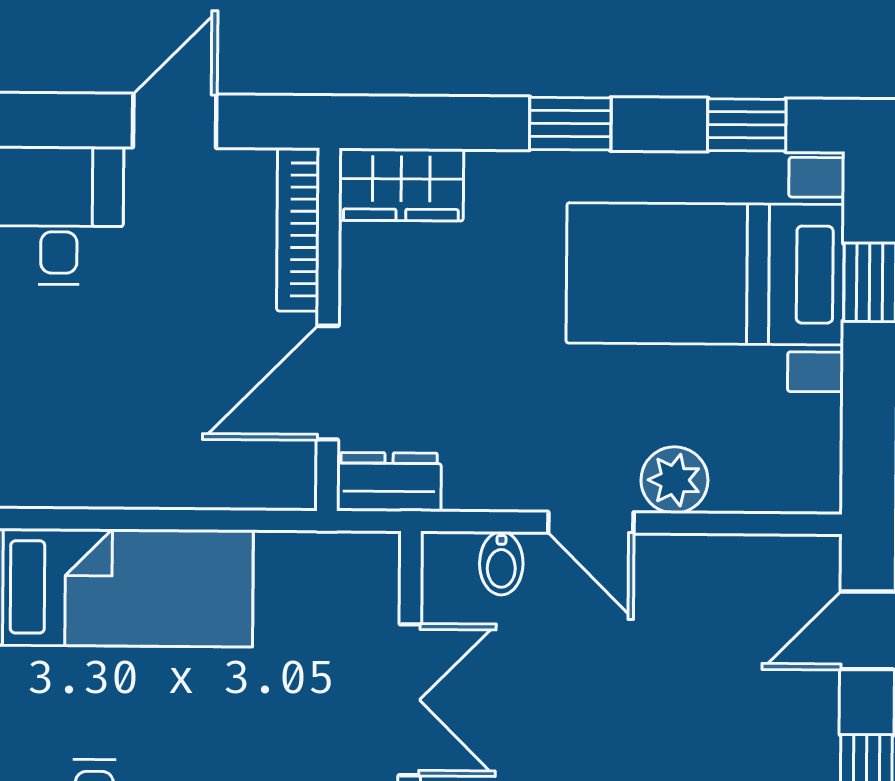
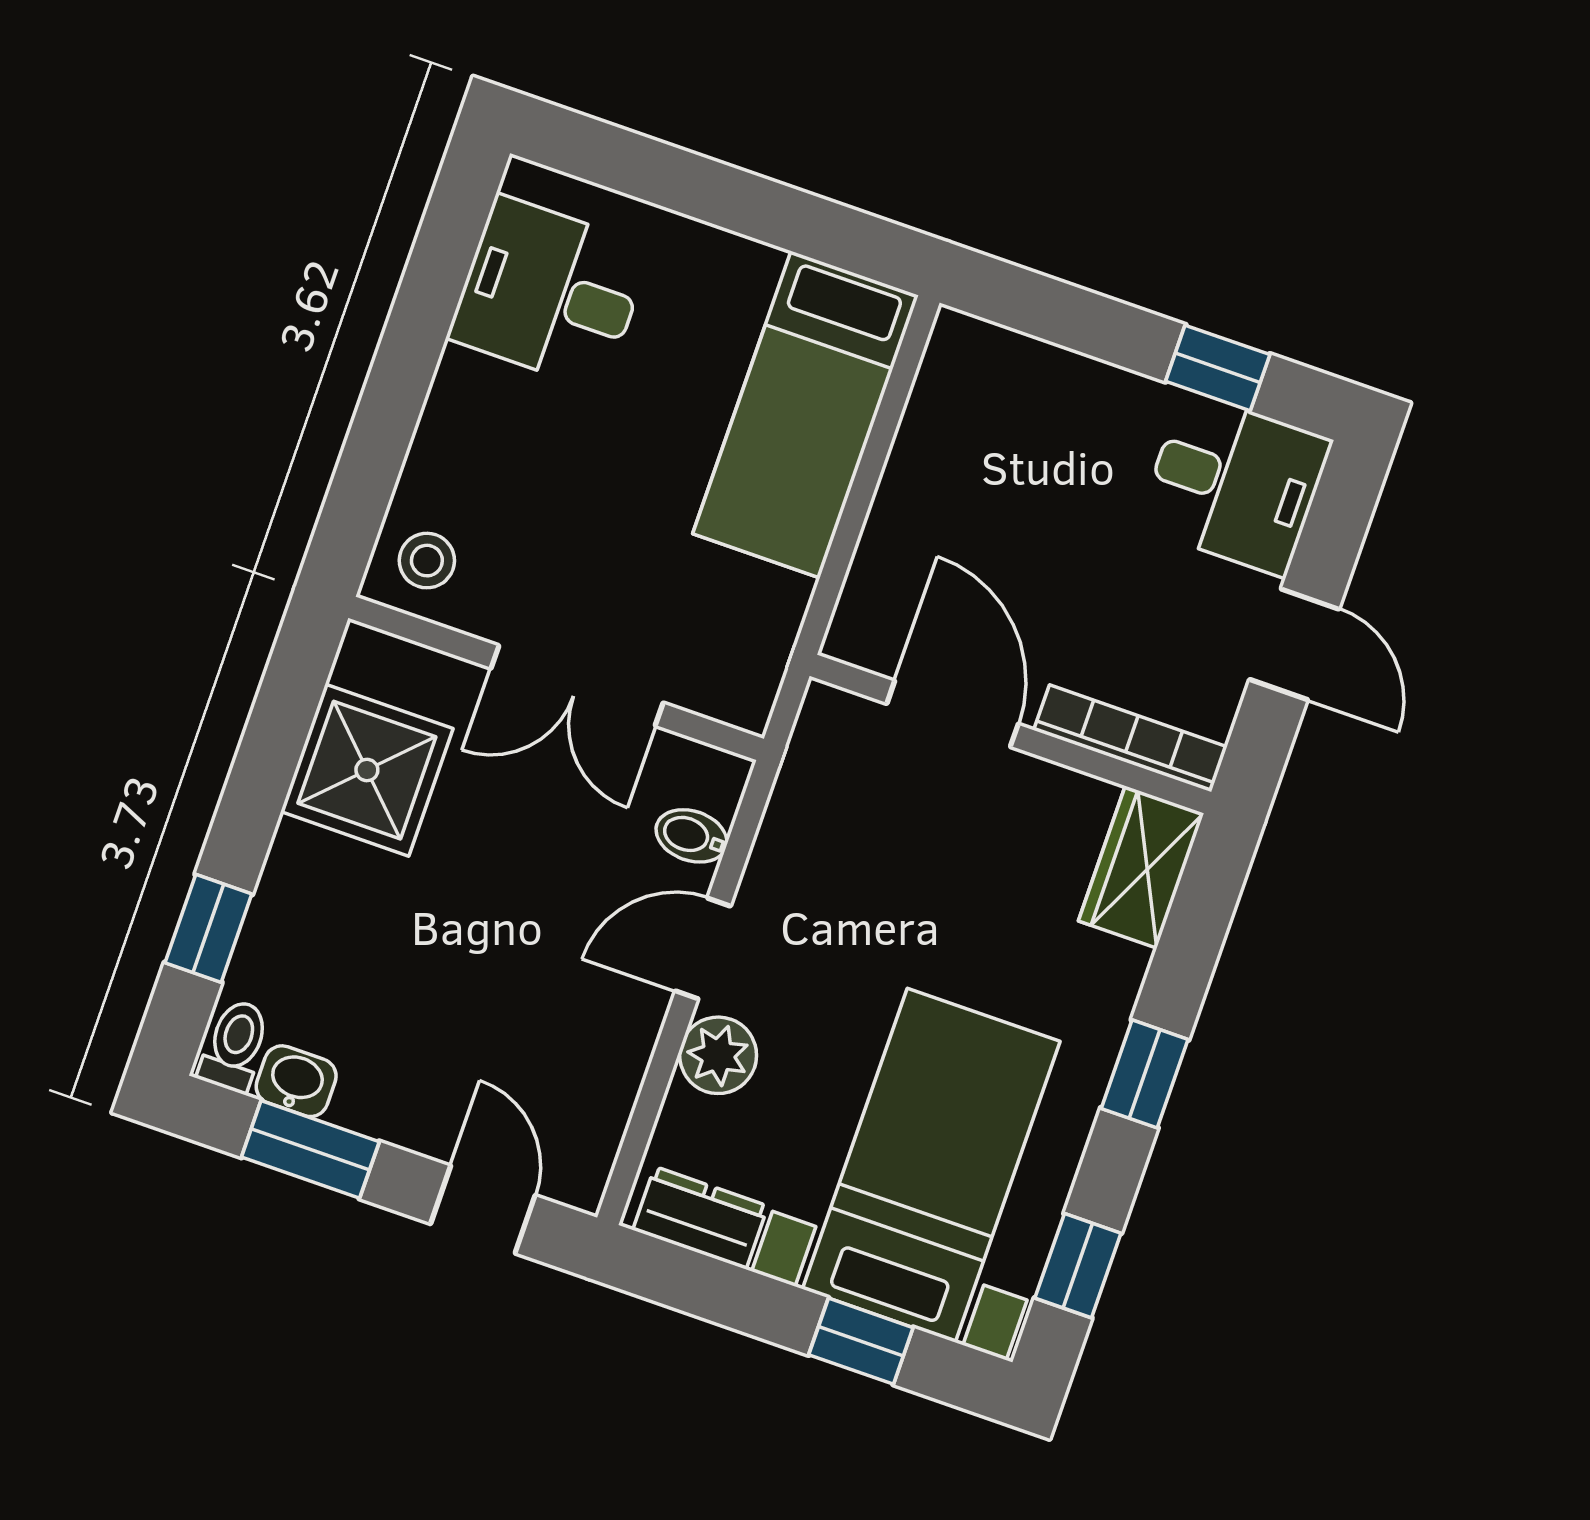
dresser: (389, 482) -> (700, 1218), moved, turned -90

